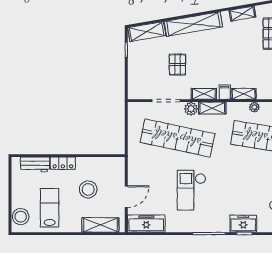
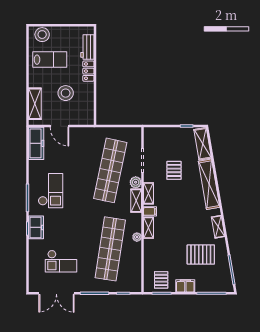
pallet: (177, 65) -> (174, 170), turned 90
checkout: (191, 190) -> (51, 191), moved, turned 90

